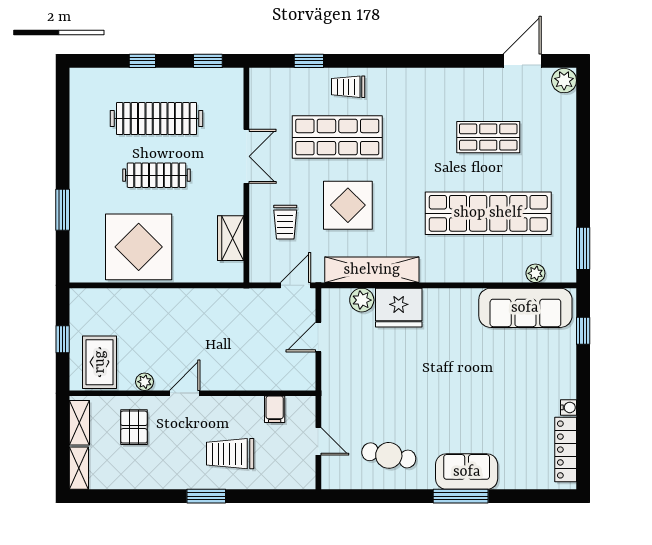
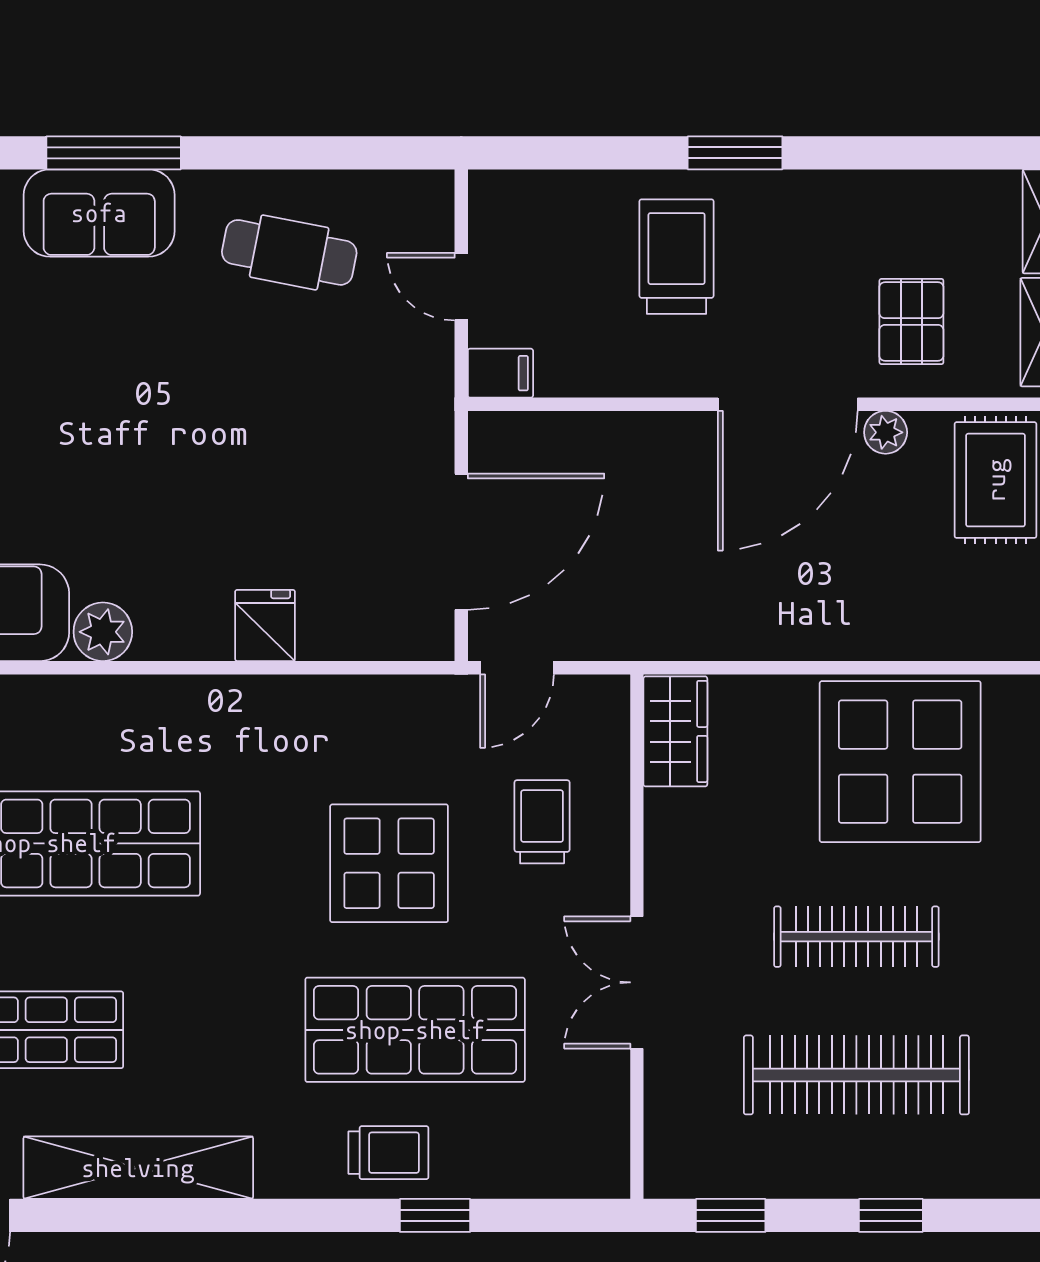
window: (309, 61) -> (435, 1215), moved
wardrobe: (231, 238) -> (675, 731), moved
shelving: (372, 270) -> (138, 1168), moved
plant: (362, 300) -> (103, 632), moved
fridge: (399, 308) -> (265, 625), width x0.53, depth x0.75
door: (318, 337) -> (461, 542), width x1.87
door: (185, 393) -> (788, 404), width x1.88
filing cabinet: (275, 409) -> (500, 373), moved, turned 90
trolley: (230, 454) -> (677, 257), turned -90

